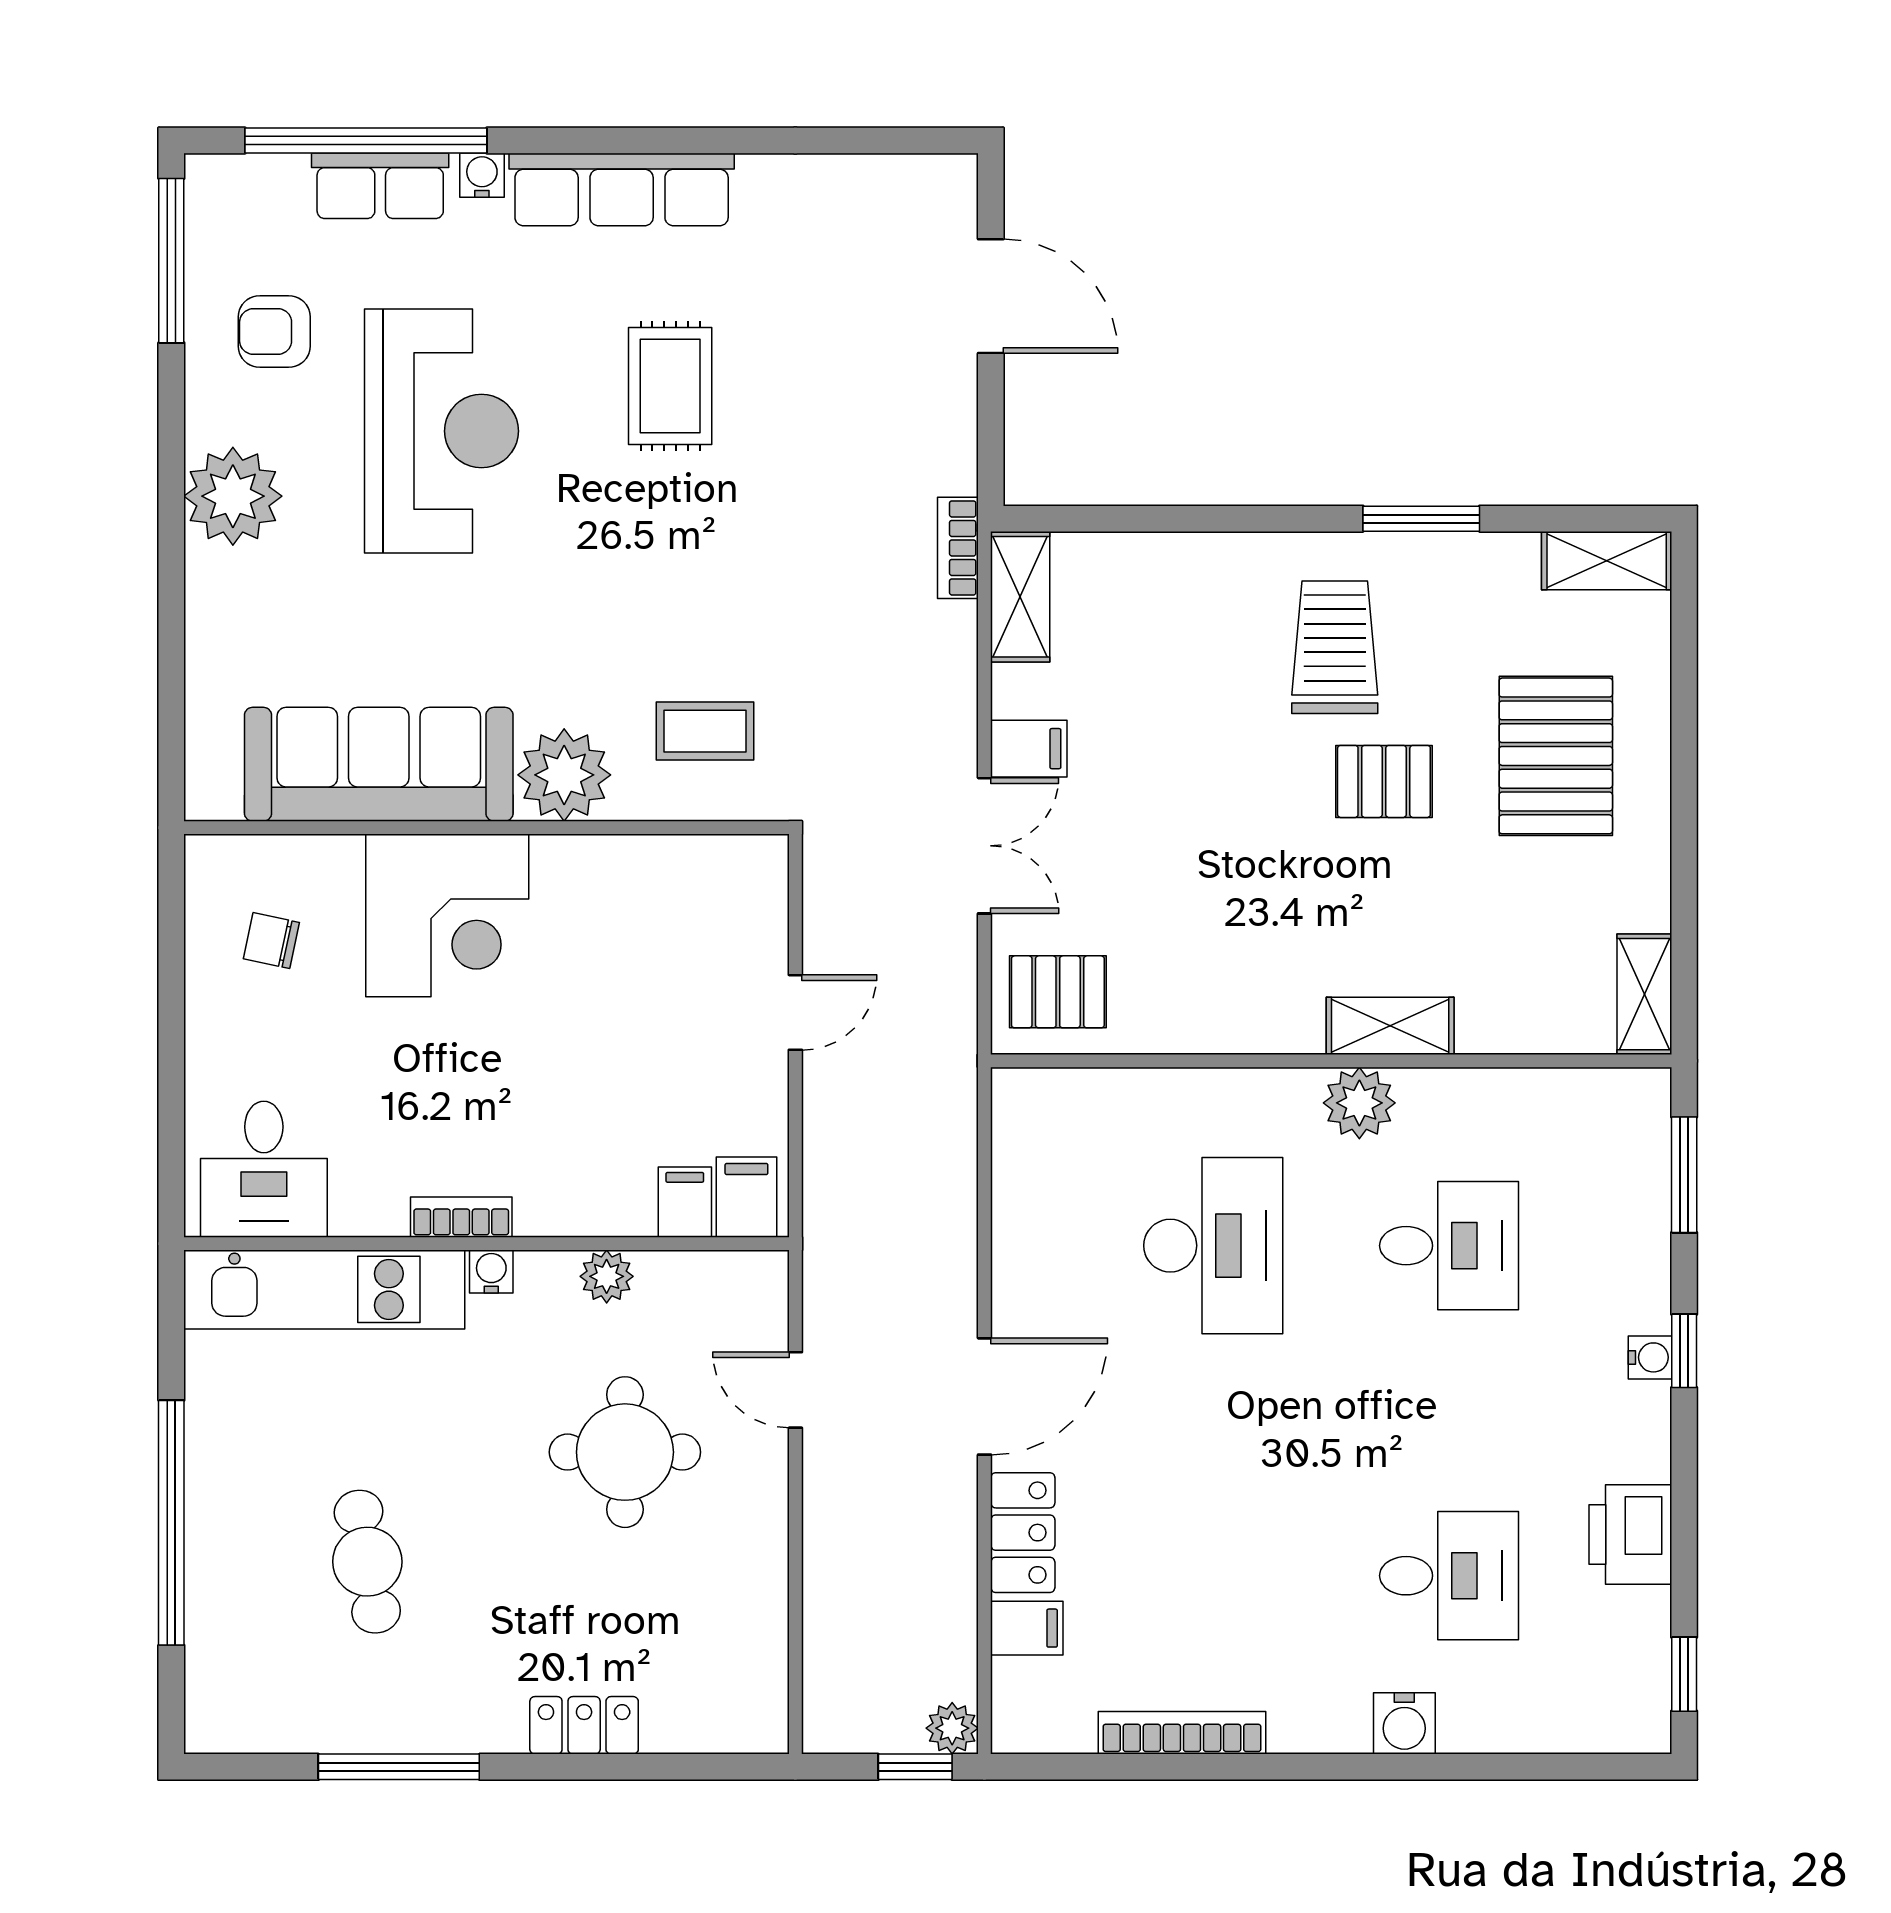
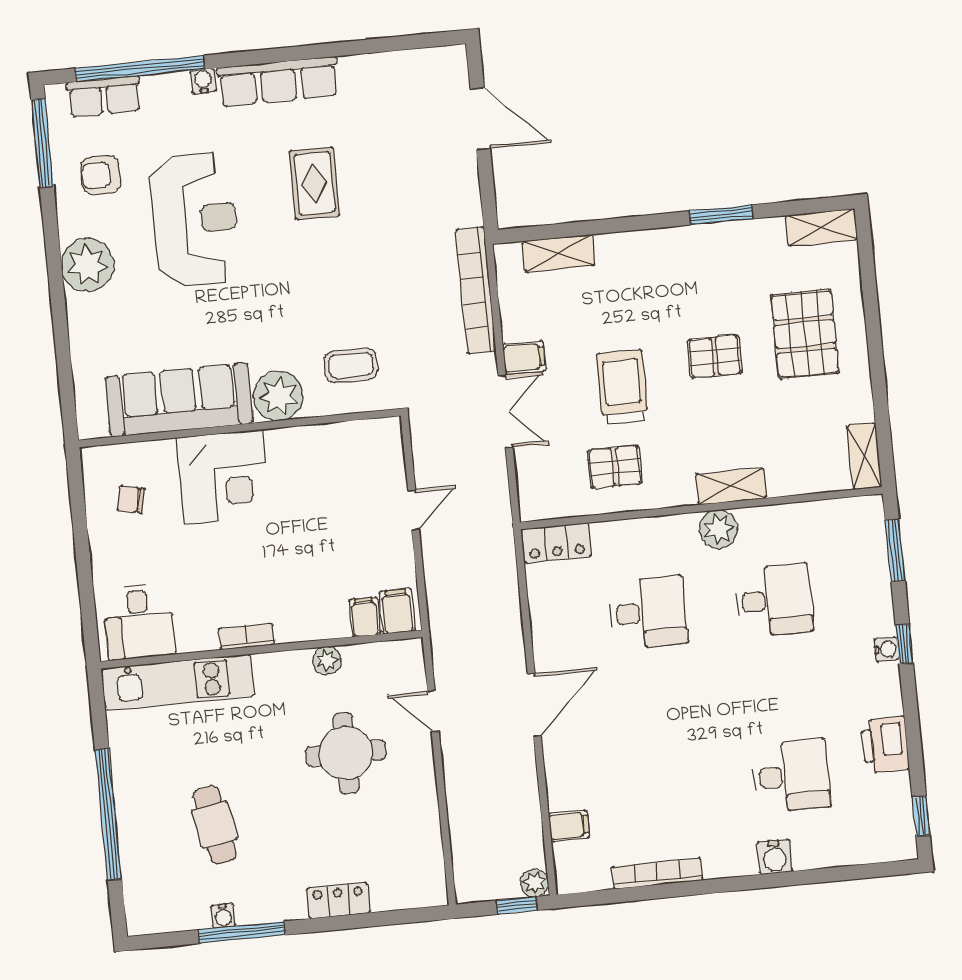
row of seats: (380, 186) -> (104, 97), moved
bookcase: (958, 548) -> (476, 290), width x2.31, depth x1.31
shelving: (1020, 597) -> (559, 253), moved, turned 90
trolley: (1335, 647) -> (622, 387), moved
pallet: (1058, 992) -> (615, 467), moved
desk: (1213, 1246) -> (648, 613), width x0.73
water cooler: (491, 1271) -> (223, 916), moved, turned 180
locker: (1023, 1533) -> (556, 543), moved, turned 90

